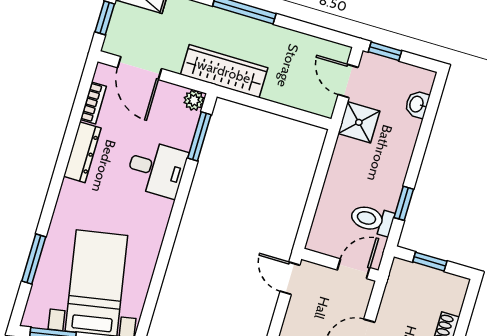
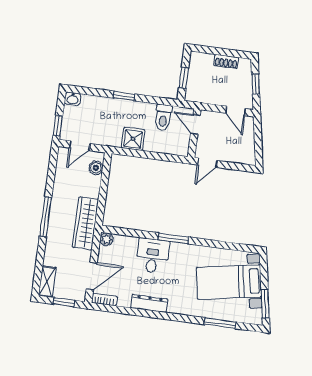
boiler: (309, 101) -> (96, 168), added
bookcase: (93, 103) -> (104, 299), moved
washbasin: (417, 104) -> (73, 99), moved
shower: (359, 122) -> (133, 139), moved
window: (199, 136) -> (173, 238), moved
window: (404, 203) -> (124, 96), moved

